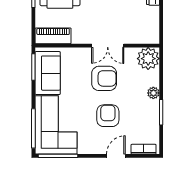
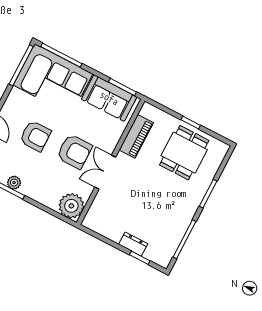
piano: (53, 36) -> (136, 136), moved
armchair: (104, 78) -> (74, 152), turned -90
plant: (153, 93) -> (14, 183), moved

